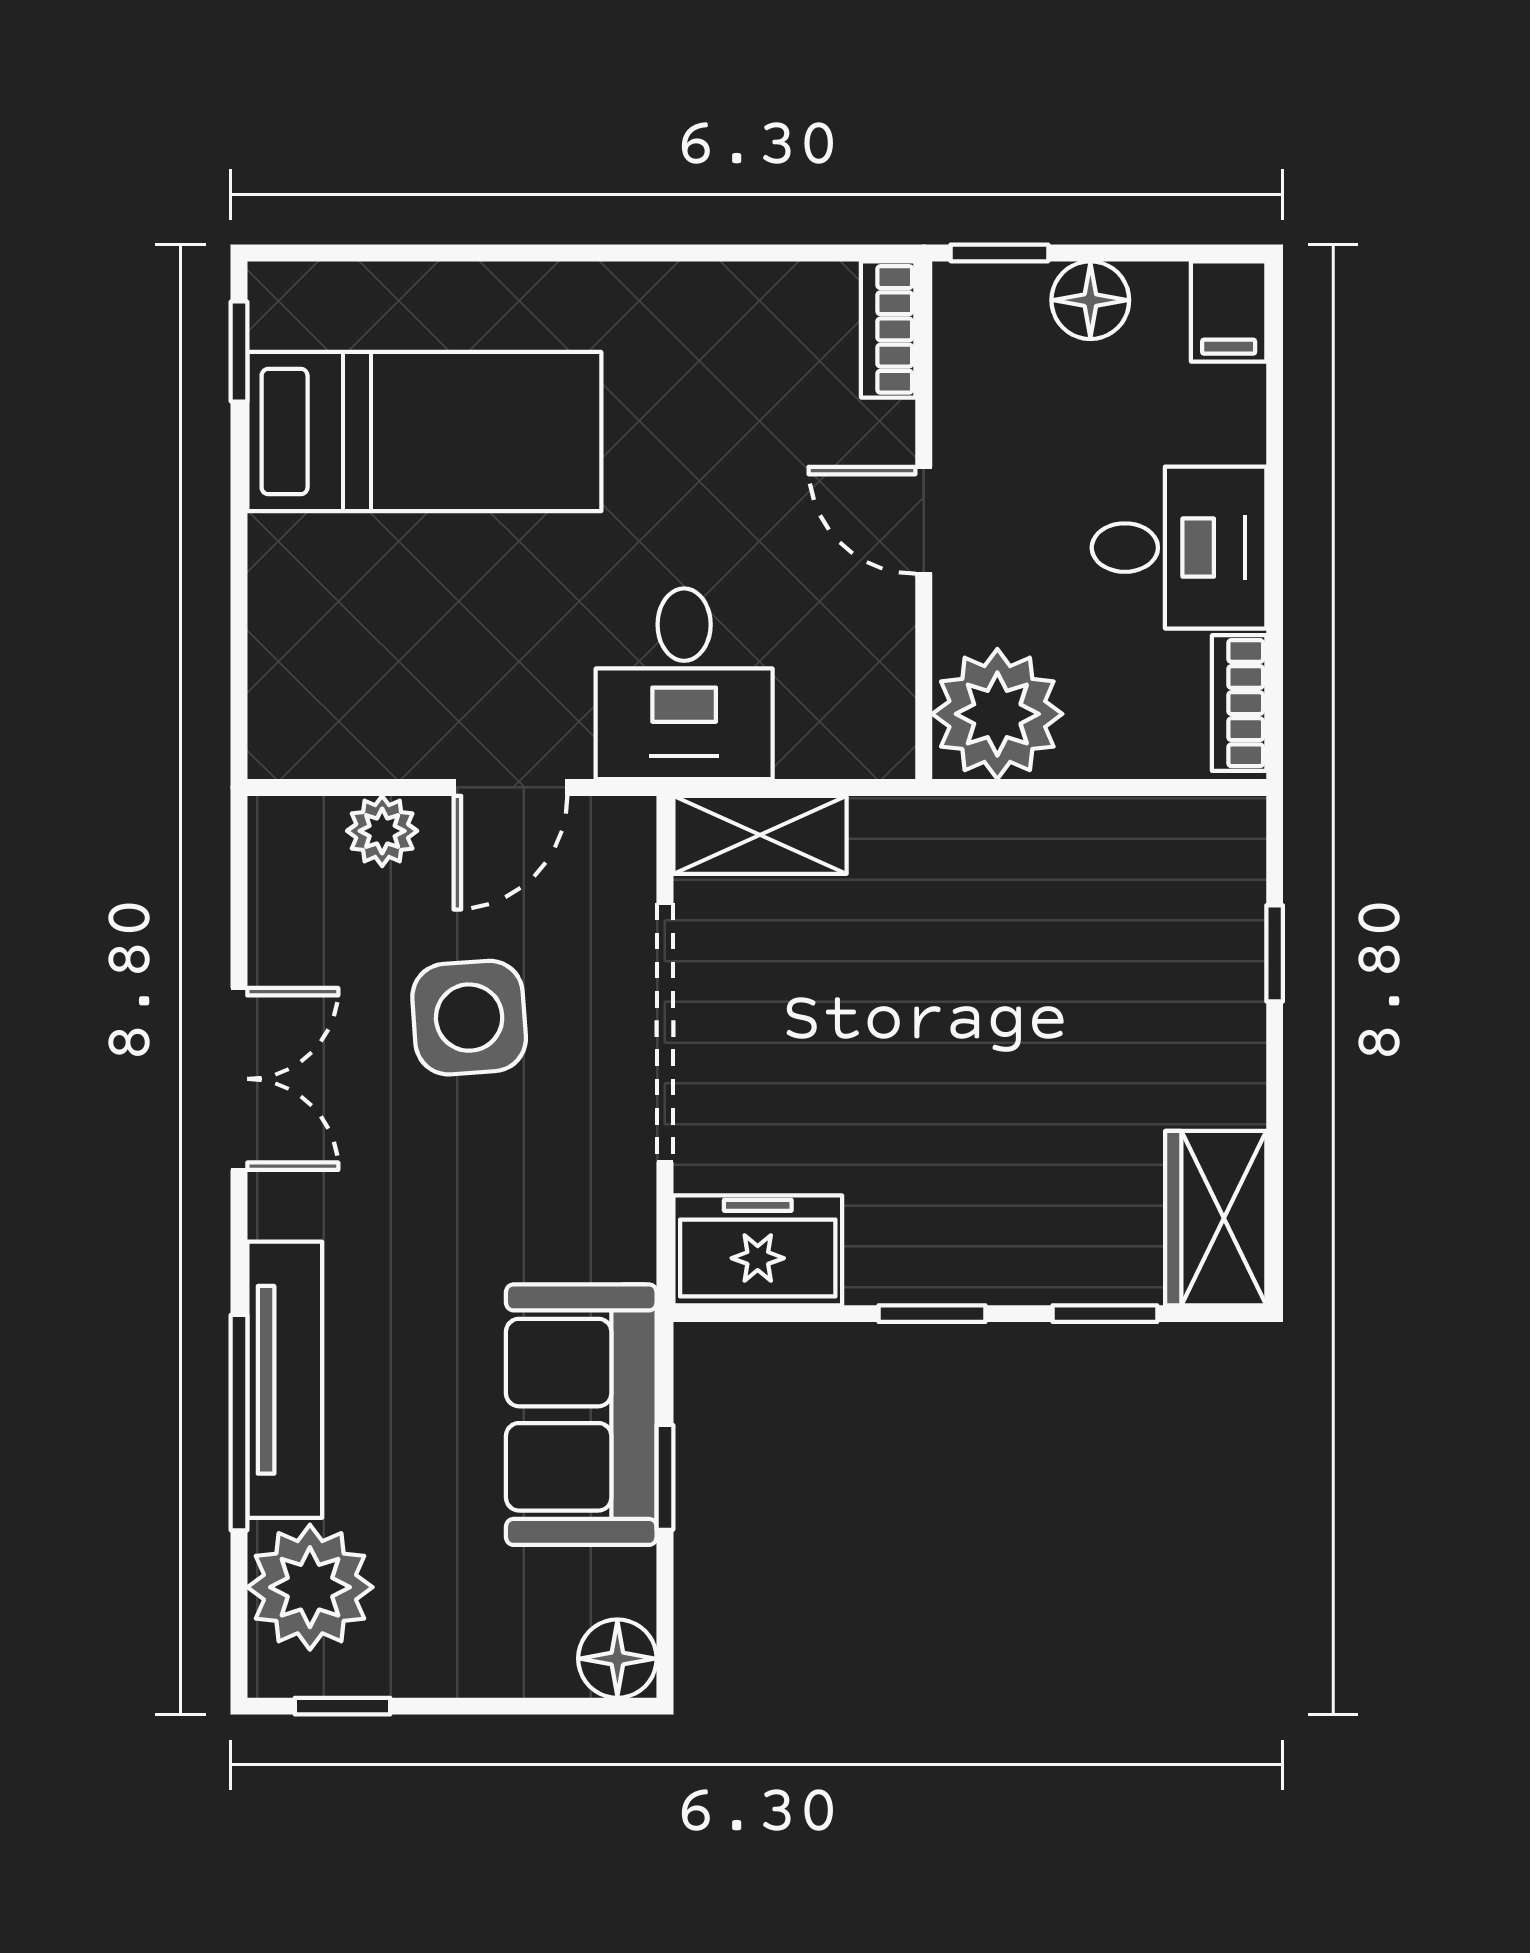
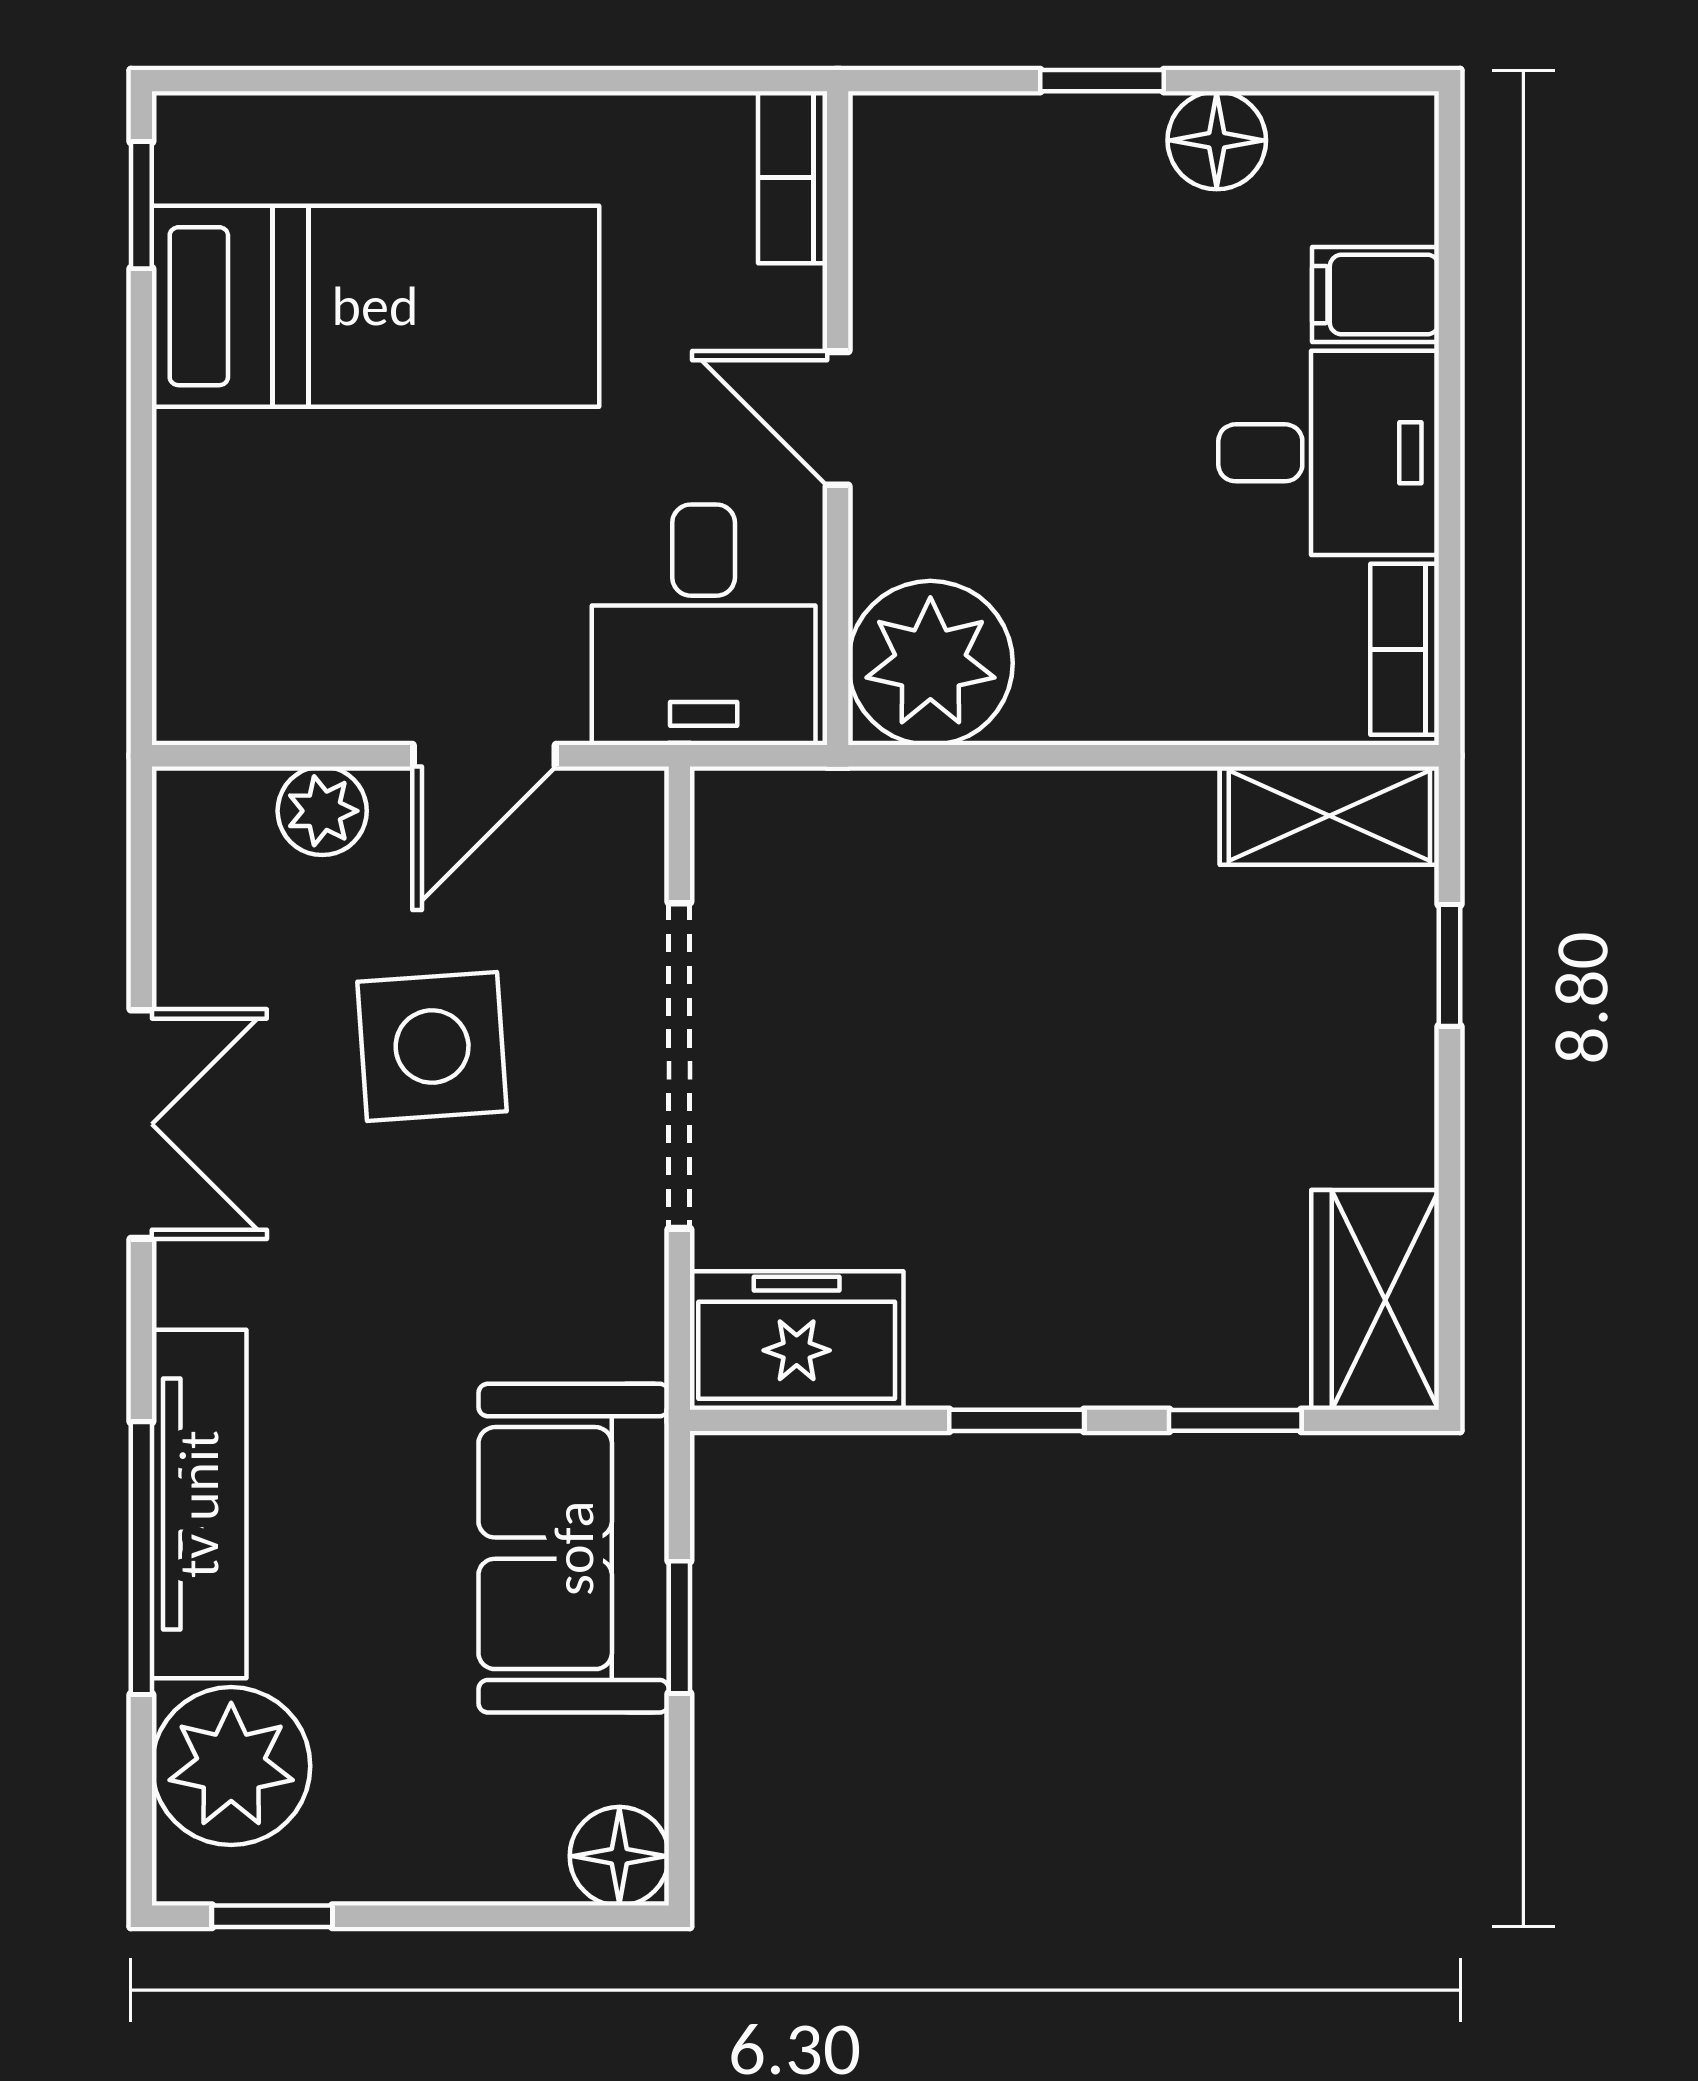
filing cabinet: (1229, 311) -> (1376, 295), moved, turned 90
bookcase: (888, 329) -> (793, 177), moved
door: (924, 520) -> (838, 418), moved
wall: (924, 520) -> (838, 418), moved
plant: (997, 714) -> (930, 663), moved
shelving: (760, 835) -> (1329, 816), moved

